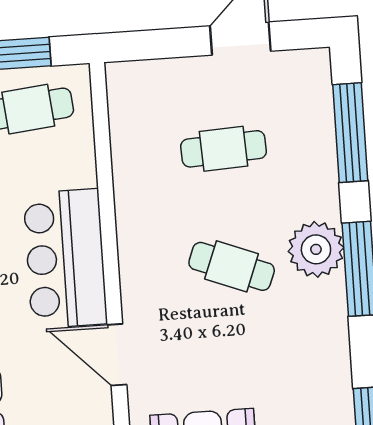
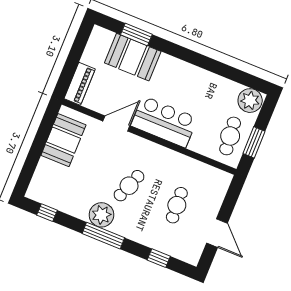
window: (350, 133) -> (159, 258), width x0.46
plant: (316, 249) -> (101, 215), moved

